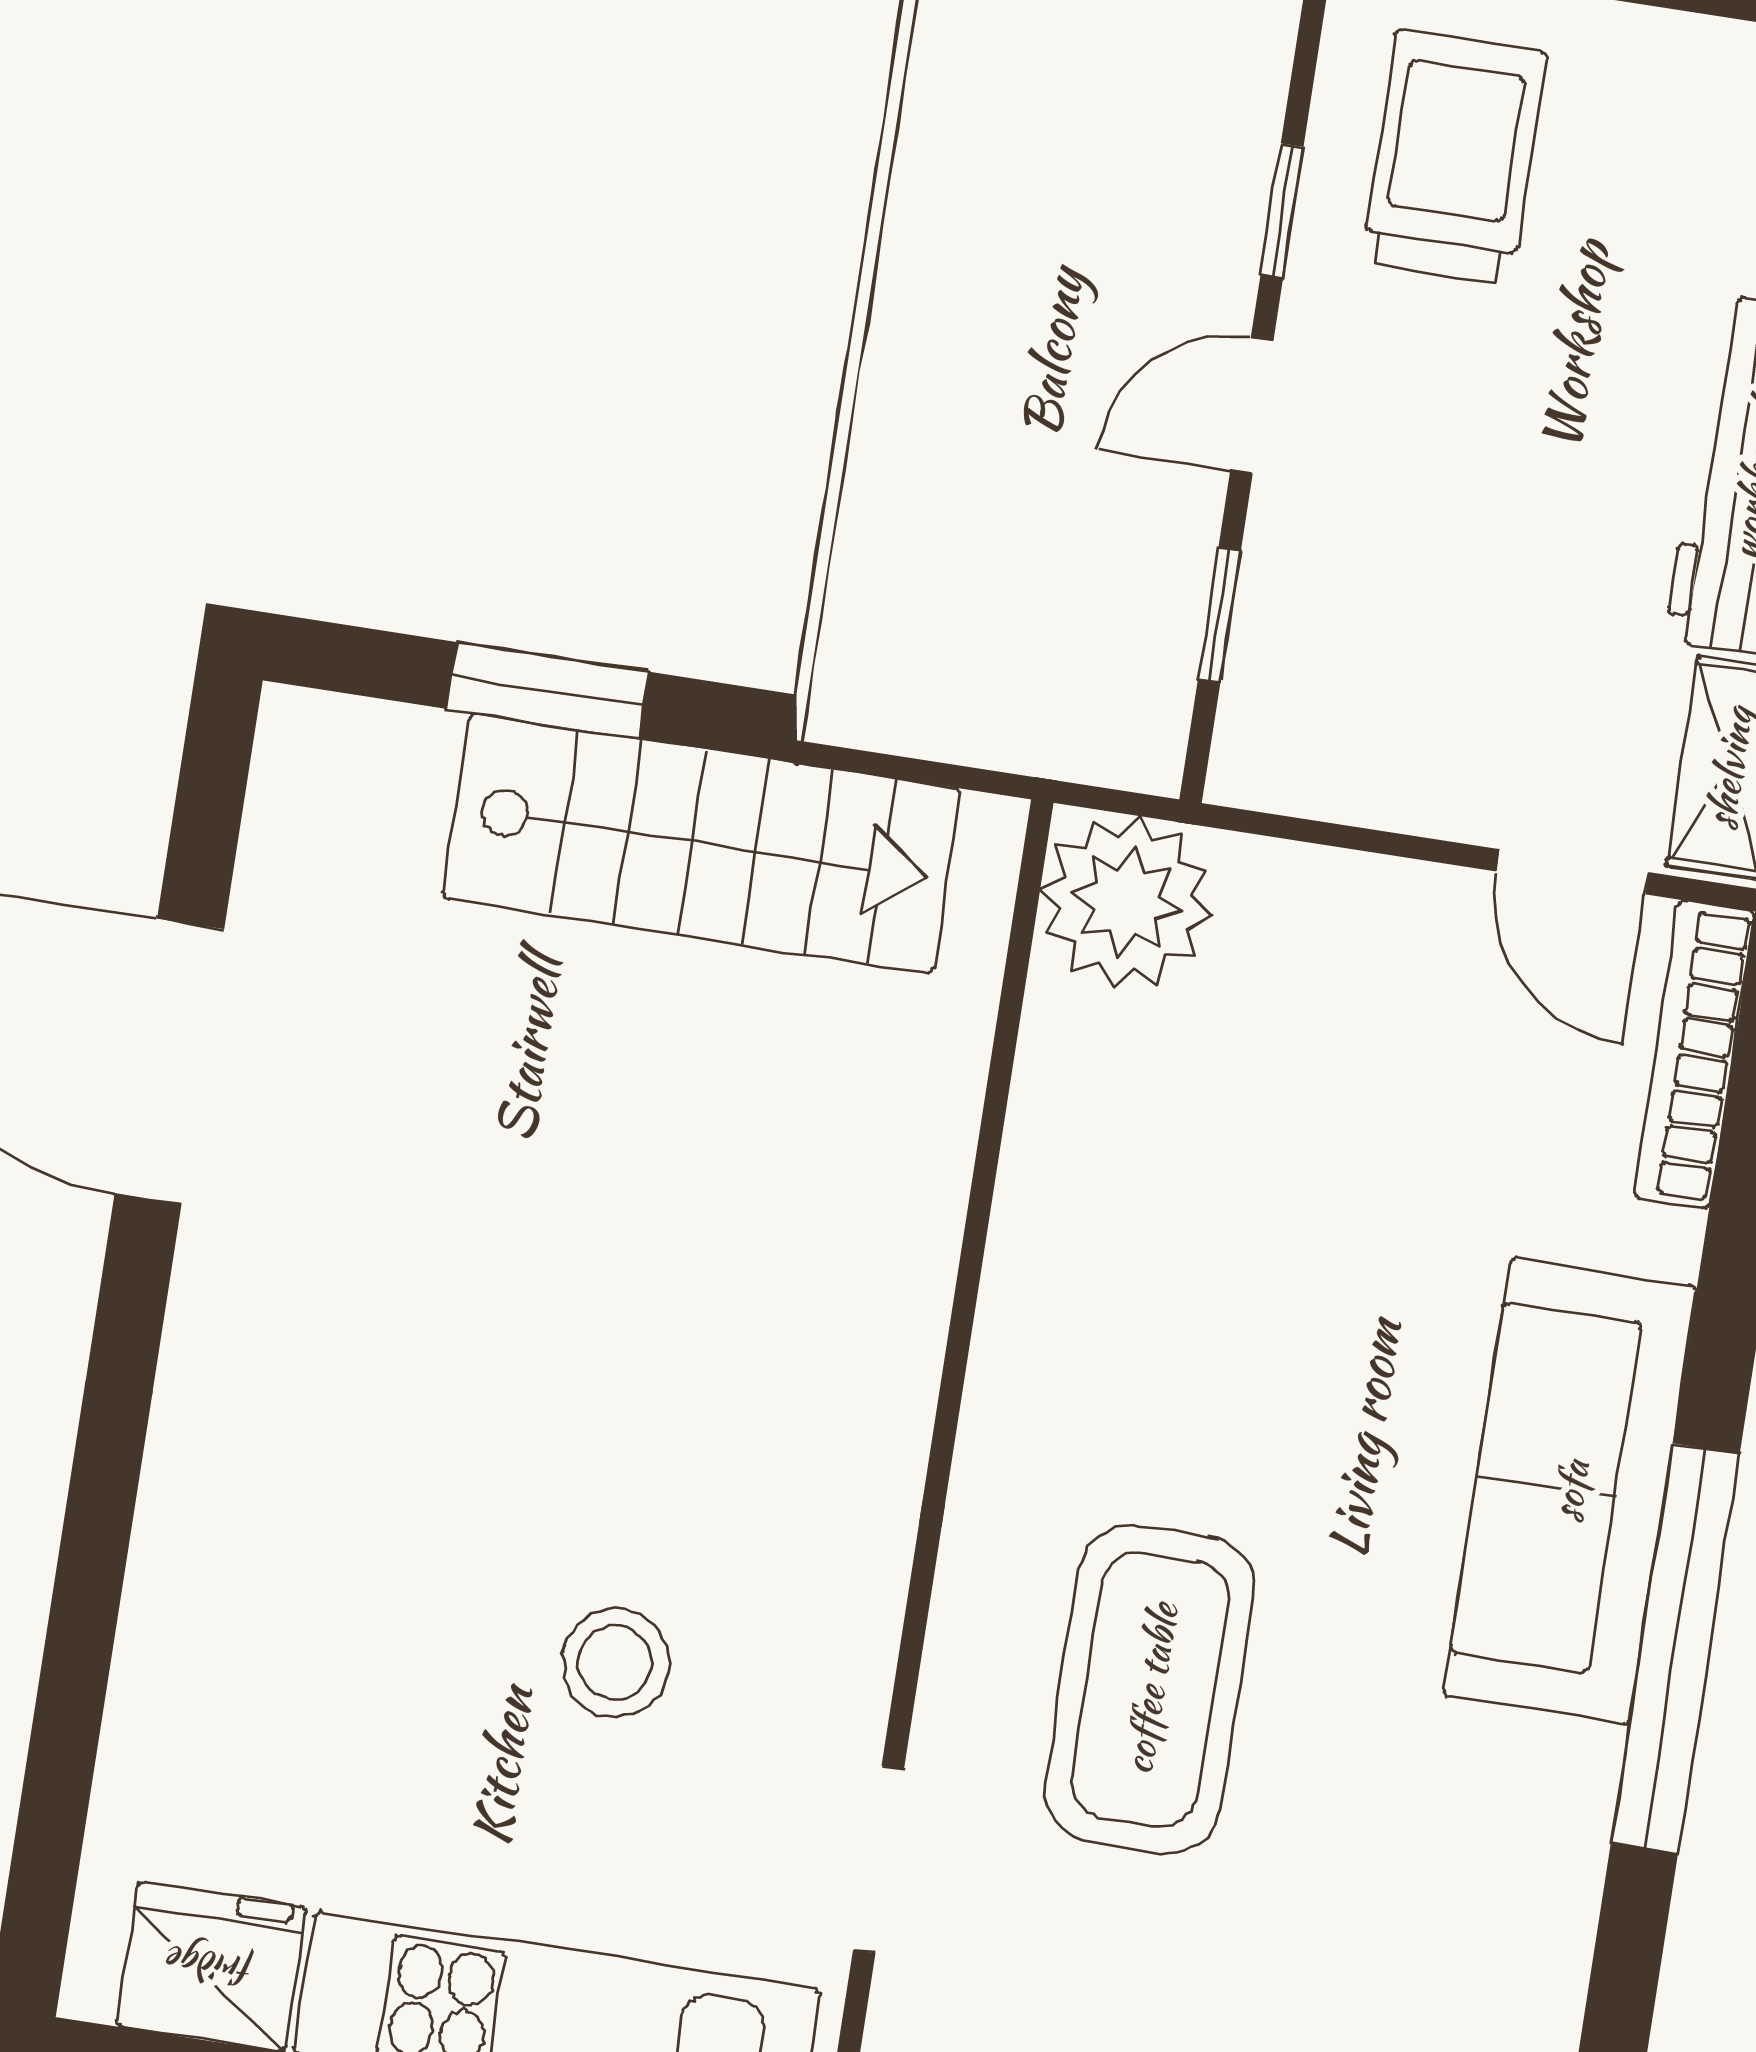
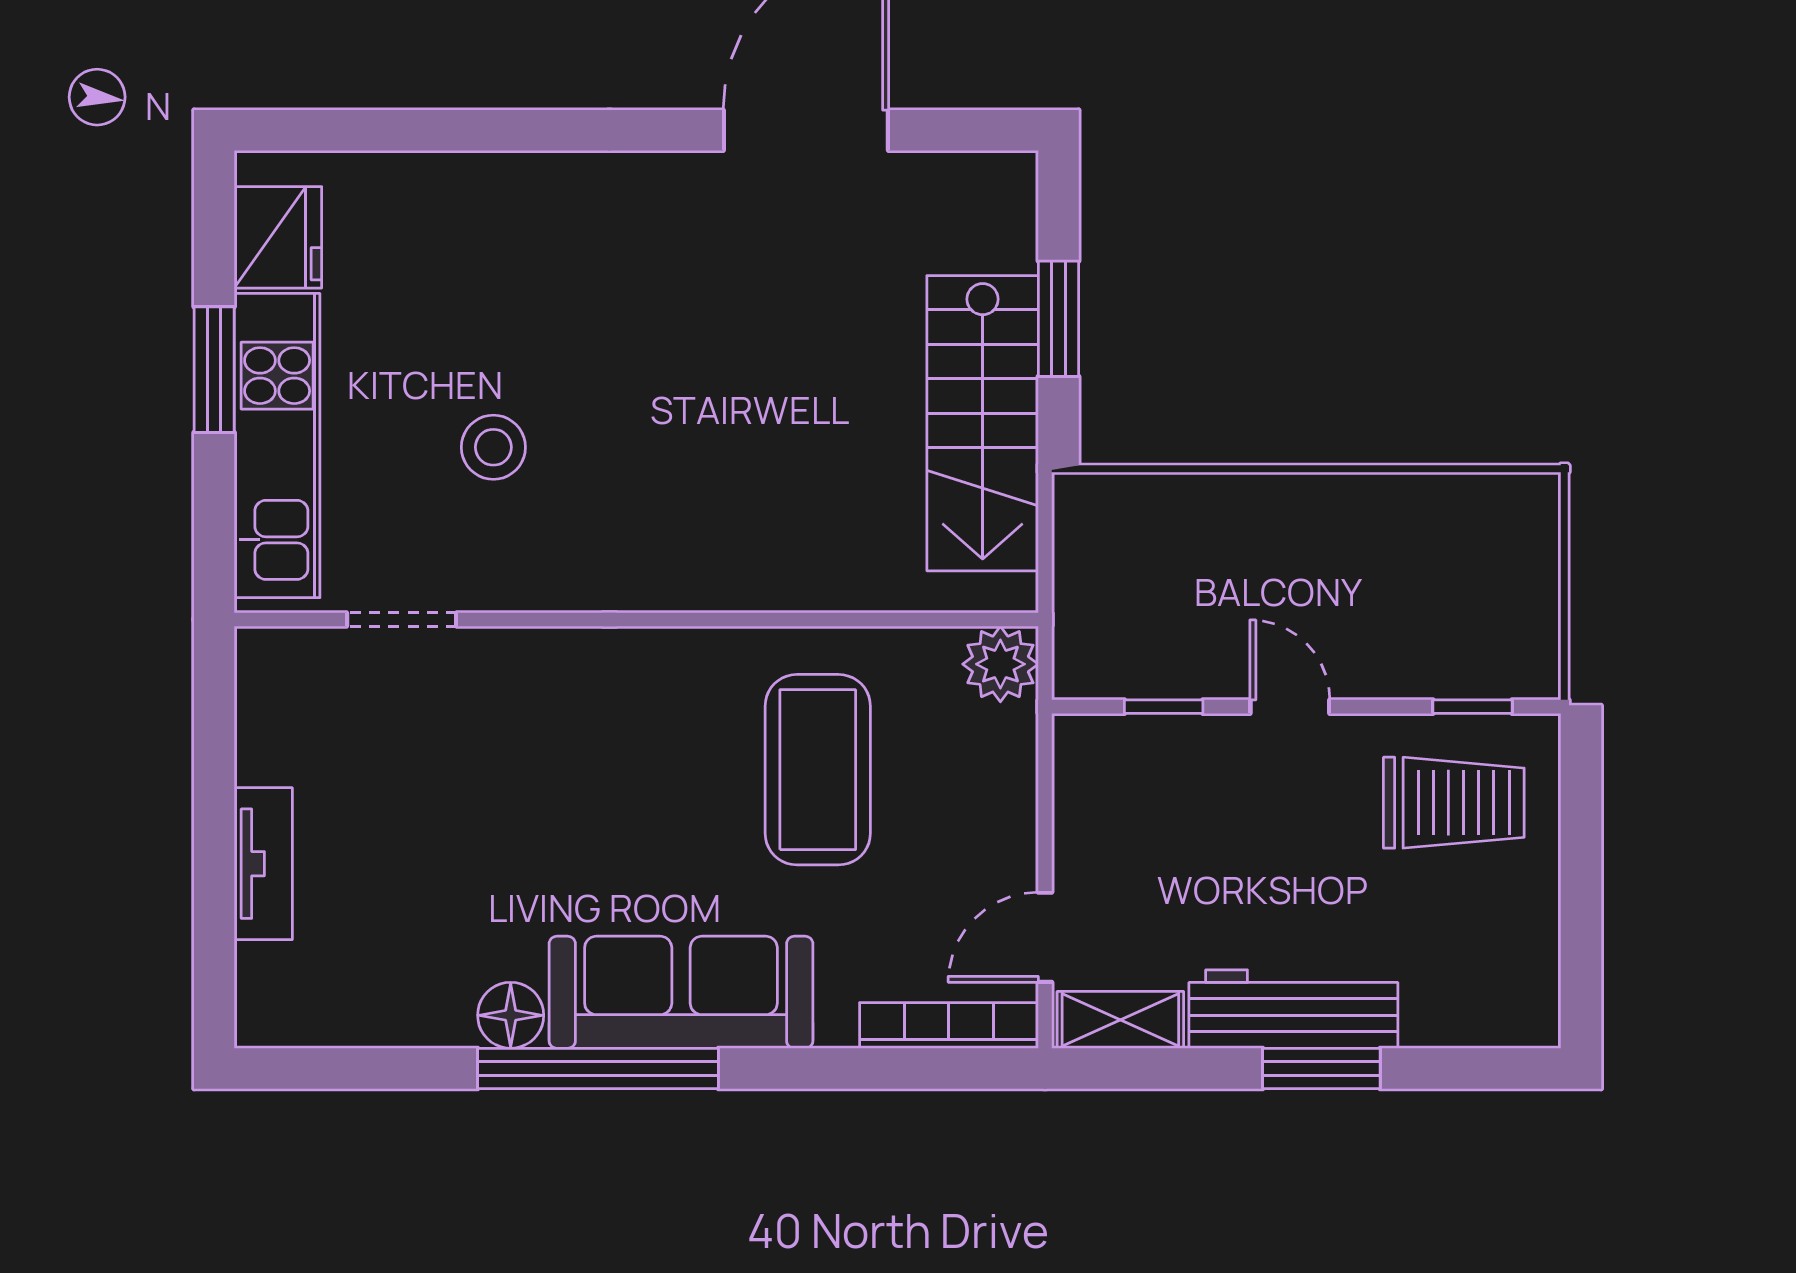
window: (1282, 211) -> (1473, 707), moved
plant: (1126, 902) -> (1000, 664), width x0.73, depth x0.73
coffee table: (1150, 1689) -> (818, 770), moved, turned 90
floor lamp: (1564, 1780) -> (511, 1015), added

